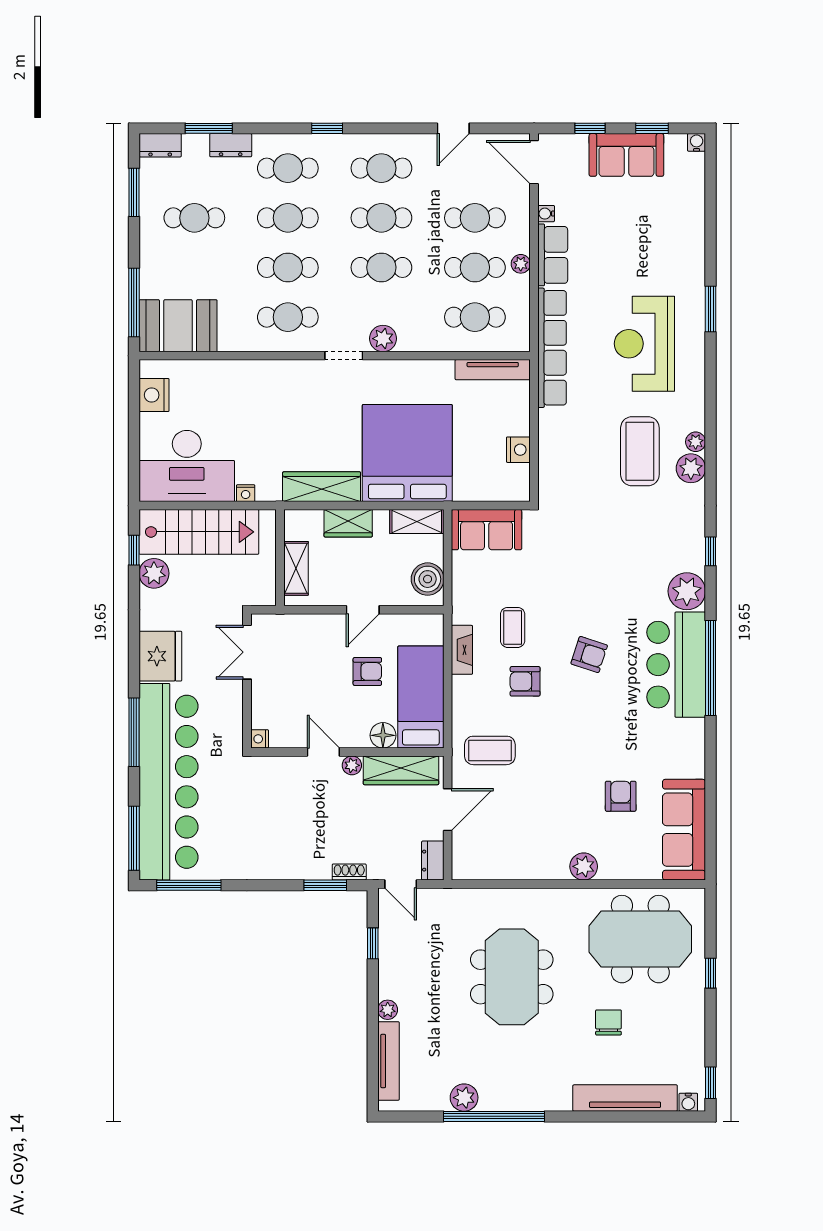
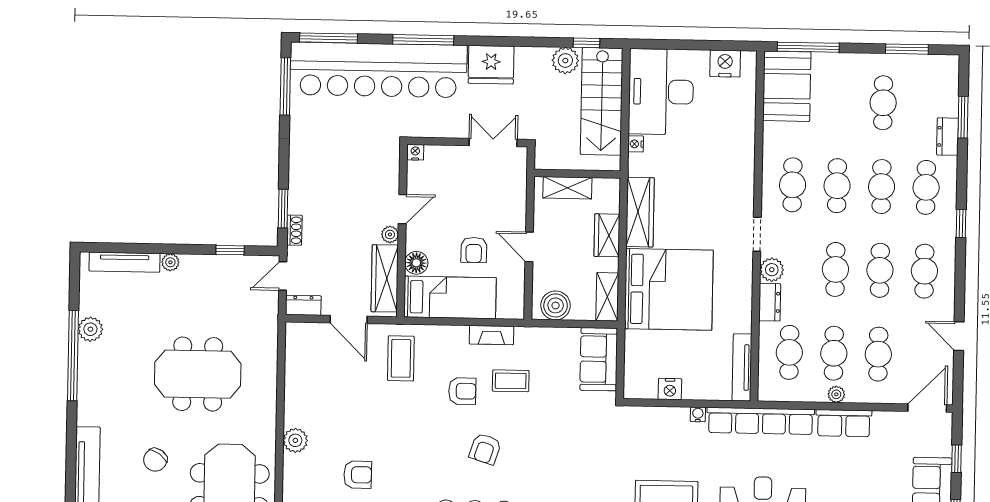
dresser: (160, 145) -> (770, 302), moved, turned 180
water cooler: (546, 214) -> (698, 414), moved
armchair: (525, 681) -> (462, 391), turned 90
chair: (608, 1022) -> (155, 460), turned 125

